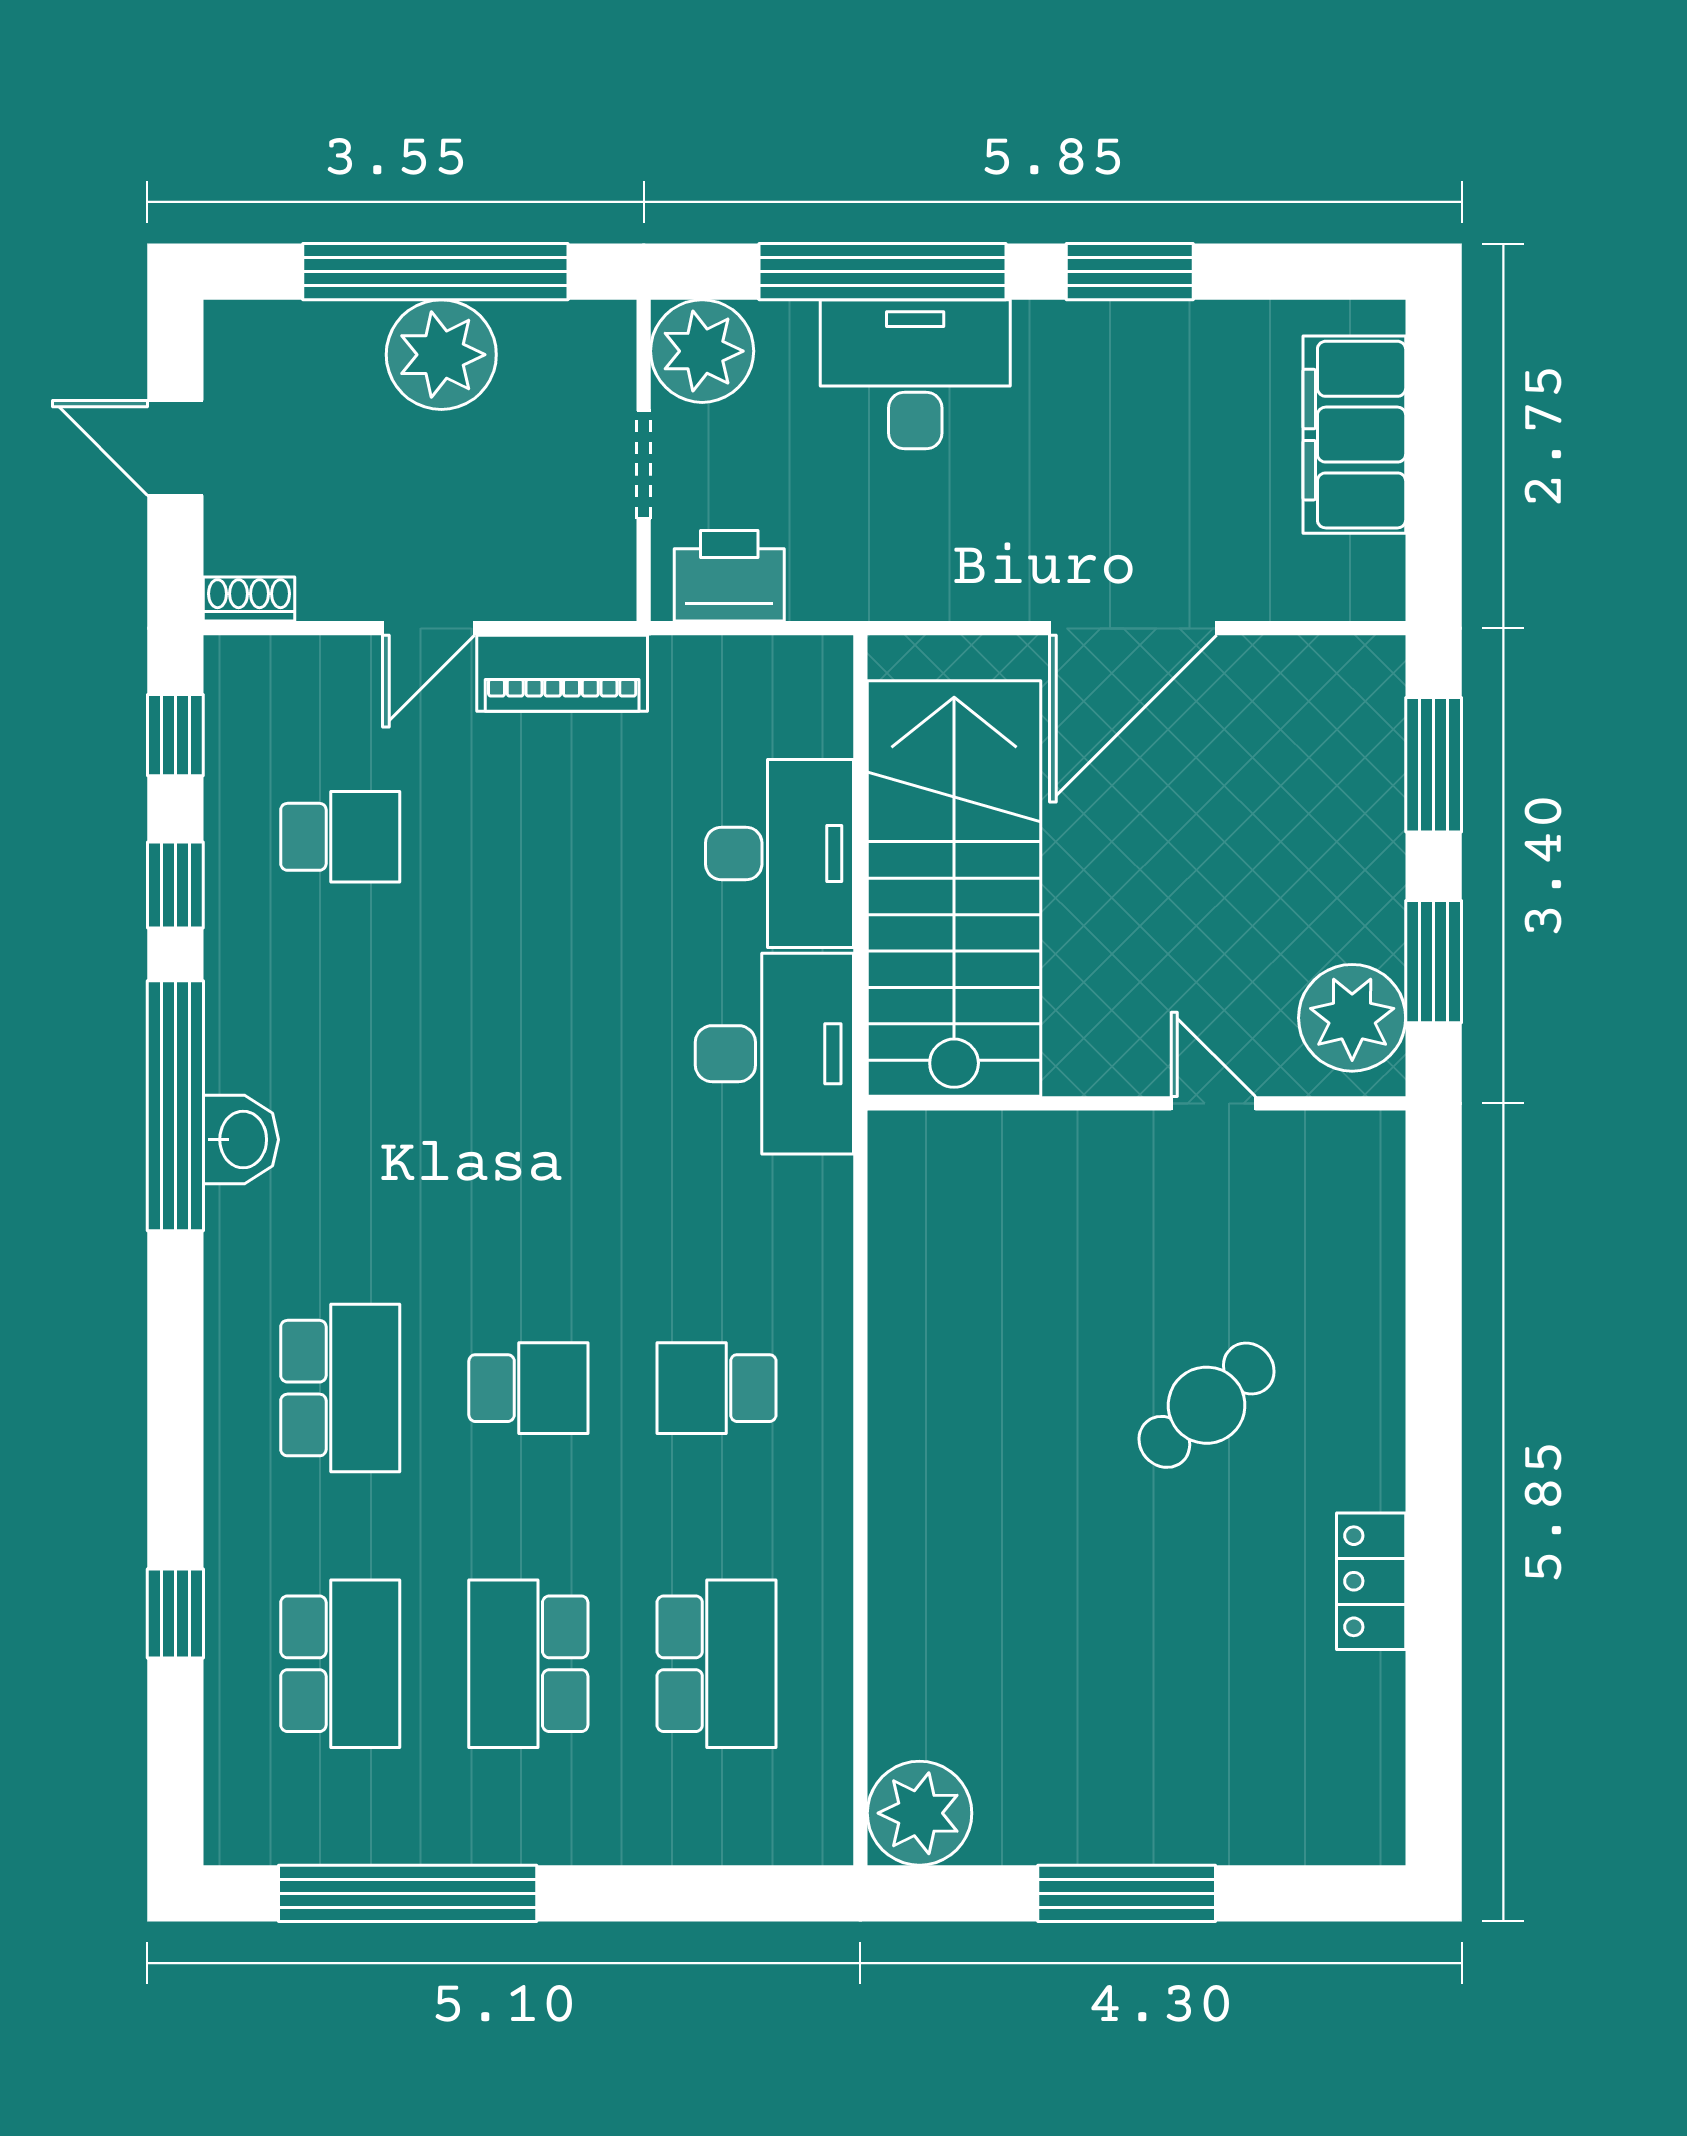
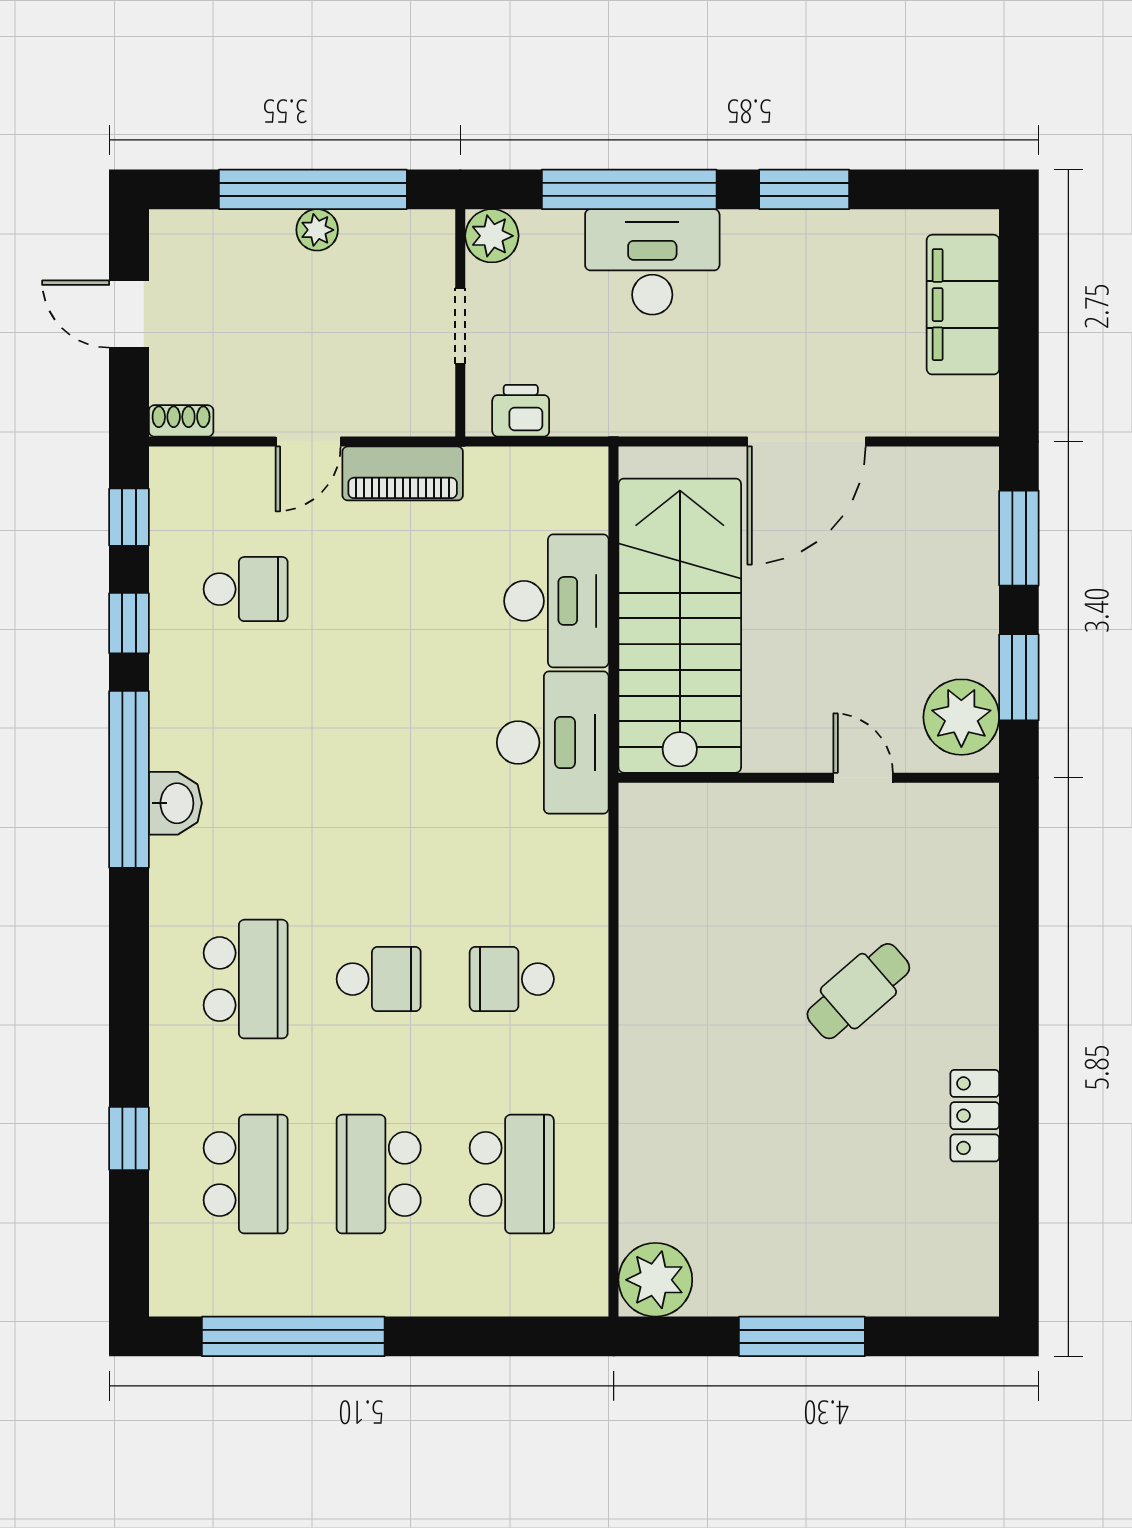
plant: (702, 351) -> (492, 236), width x0.73, depth x0.73
plant: (441, 355) -> (317, 230), width x0.53, depth x0.53
printer: (729, 576) -> (521, 411), width x0.73, depth x0.81

